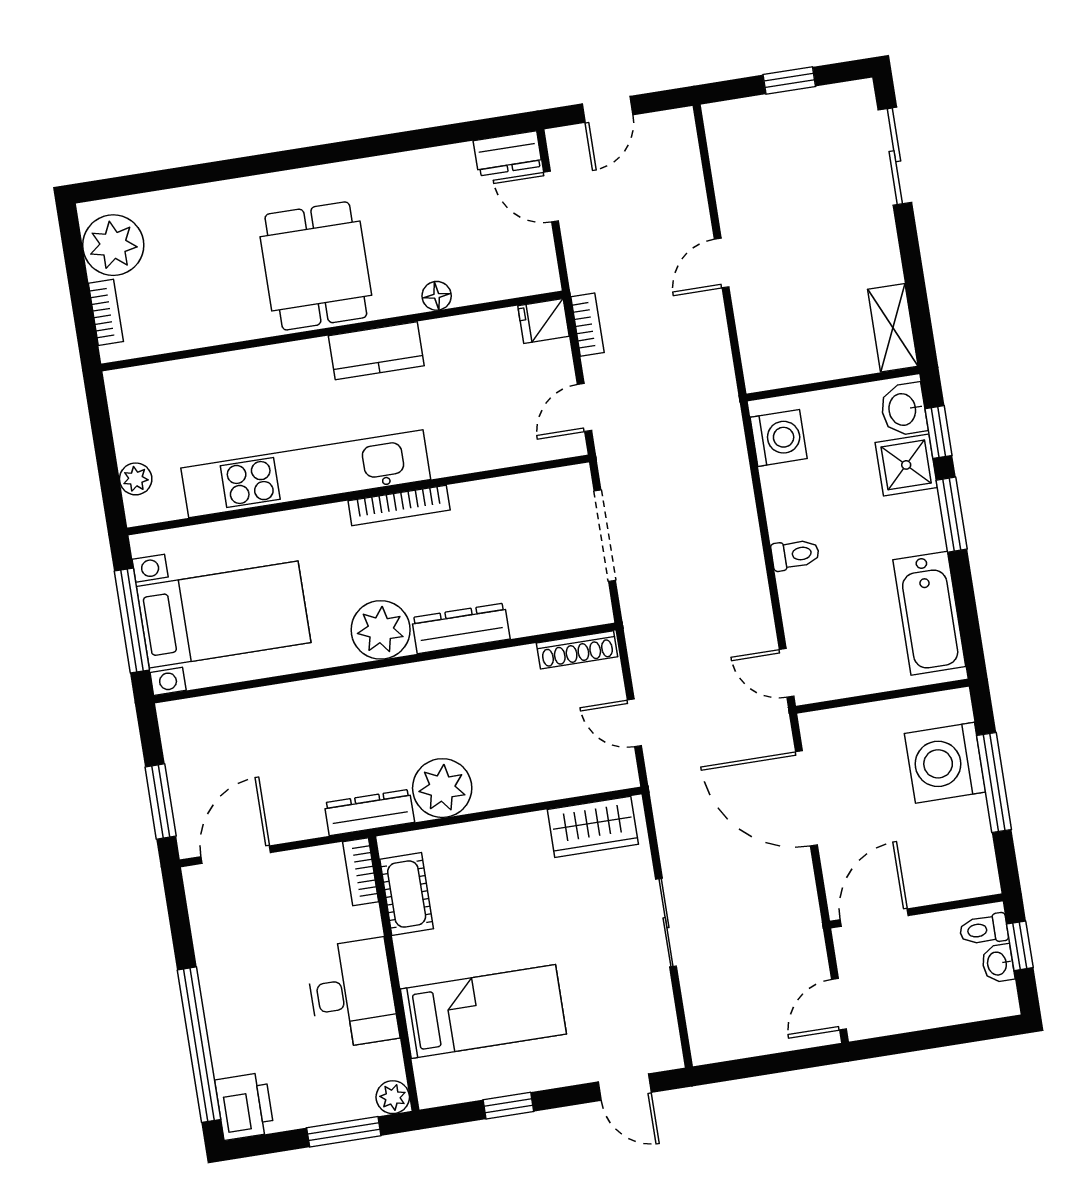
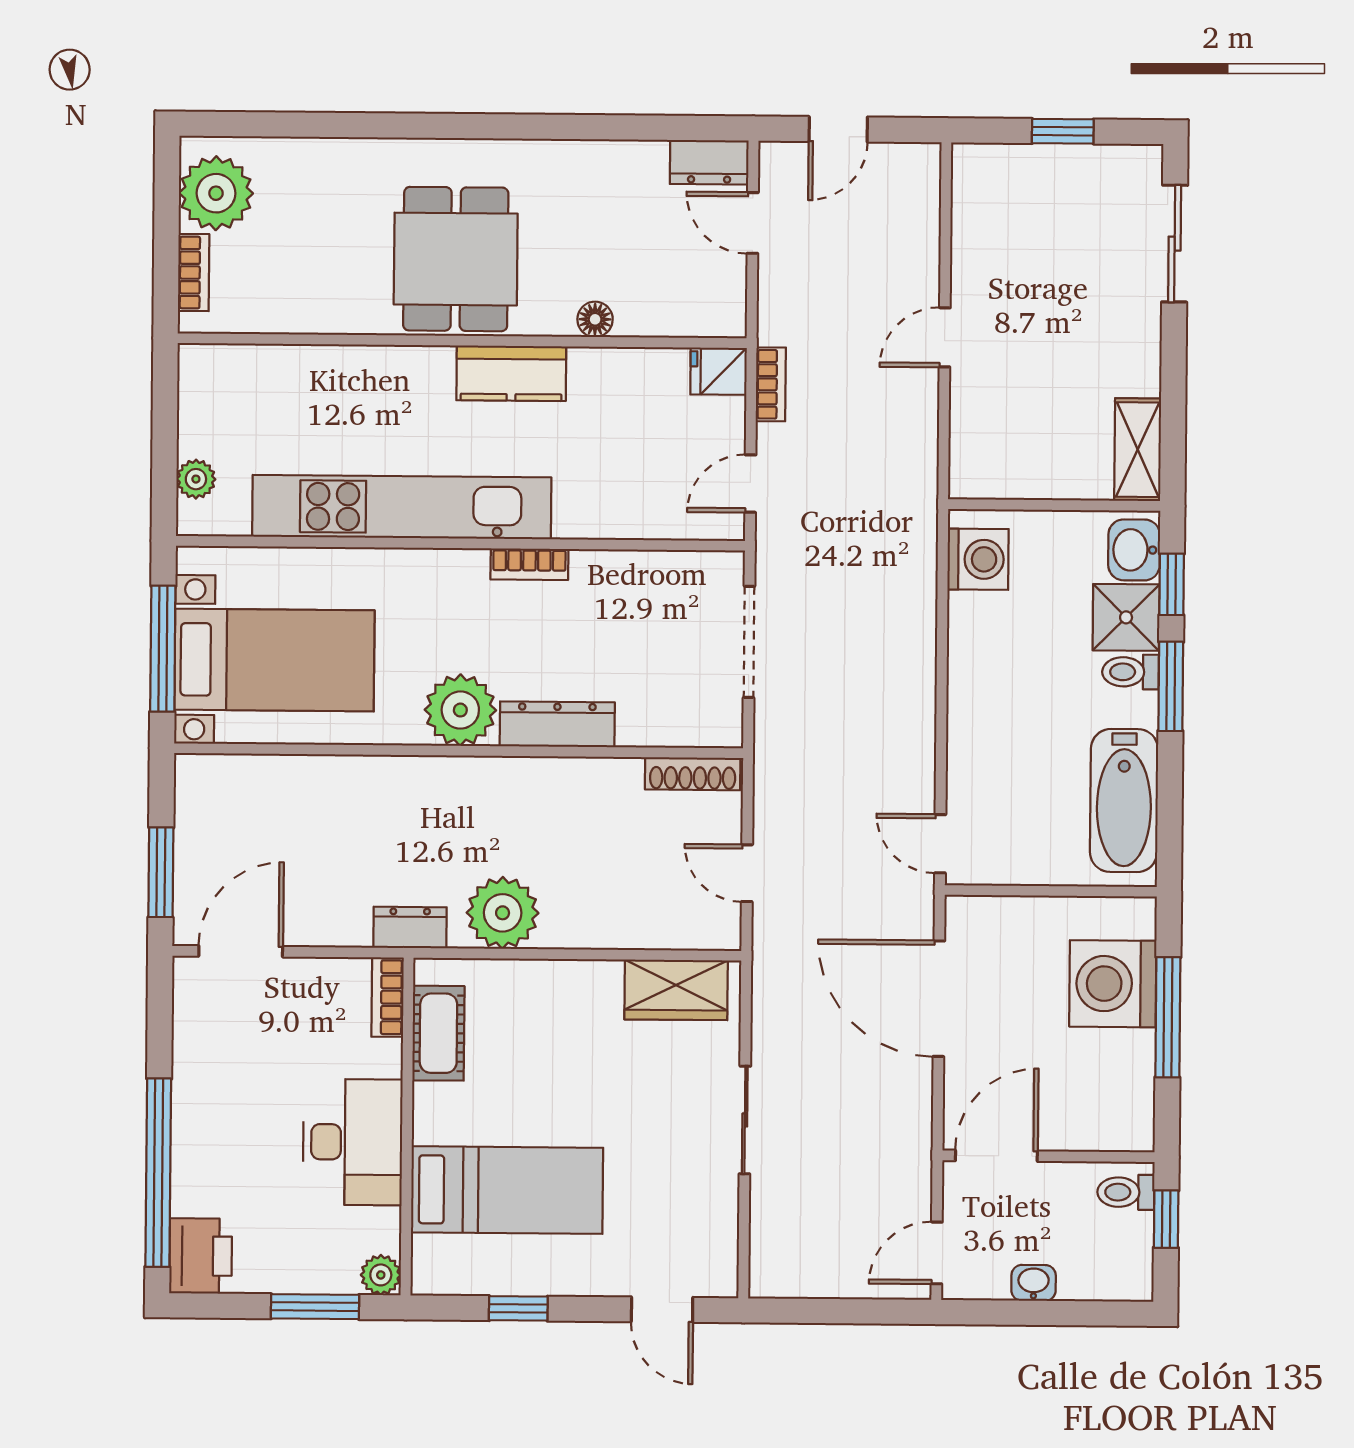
bookcase: (399, 505) -> (529, 564), width x0.64
toilet: (795, 554) -> (1131, 672), moved, turned 180
dresser: (369, 812) -> (410, 927), width x0.70
washbasin: (998, 963) -> (1034, 1283), moved, turned 90

